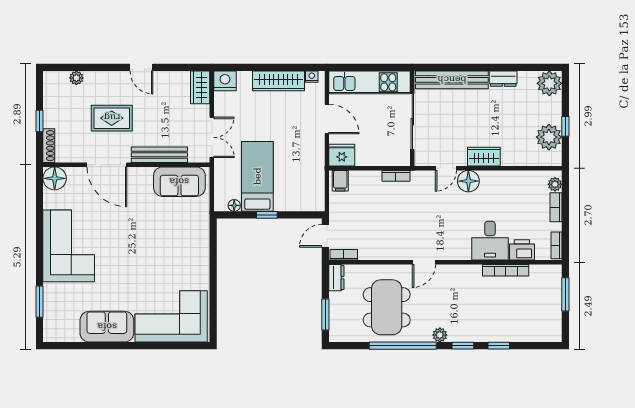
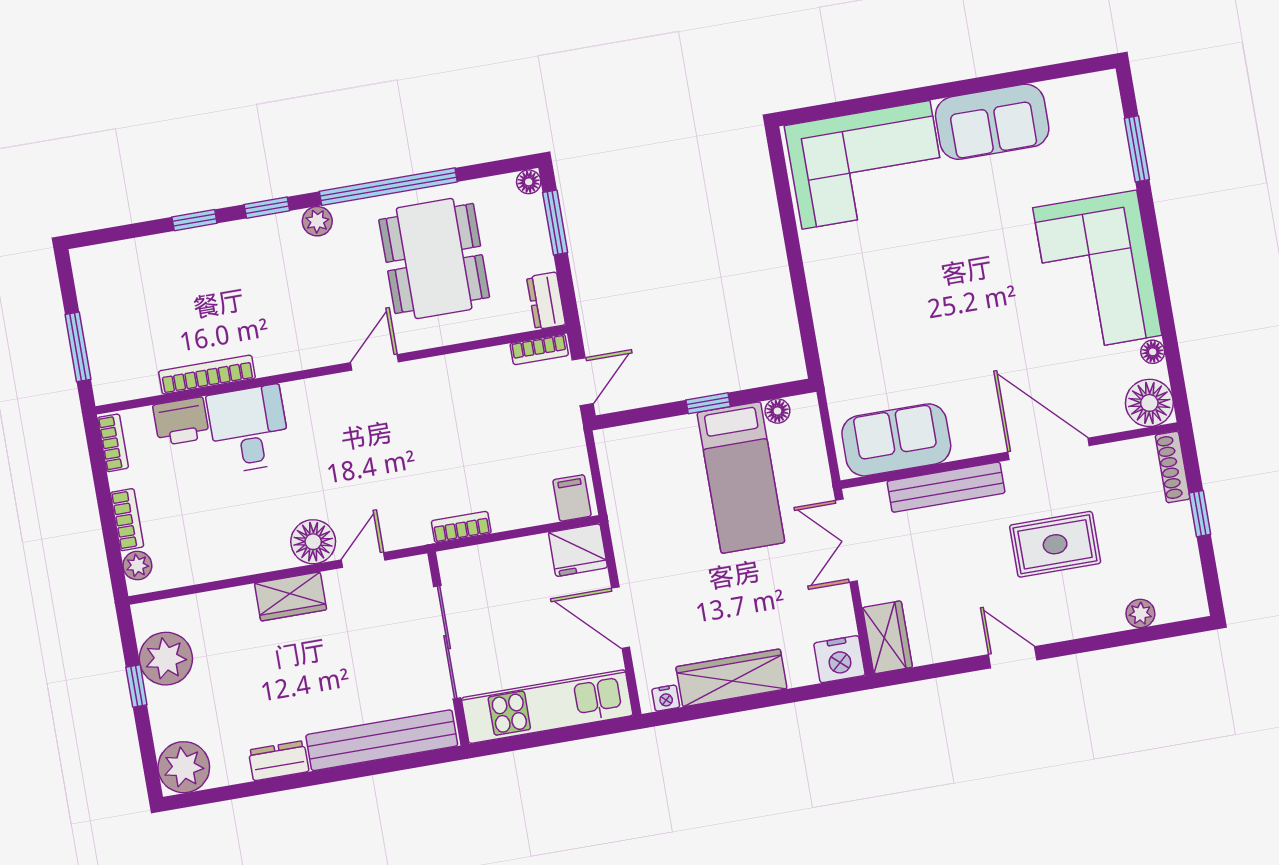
floor lamp: (49, 203) -> (1153, 352), added
floor lamp: (335, 336) -> (529, 182), added

